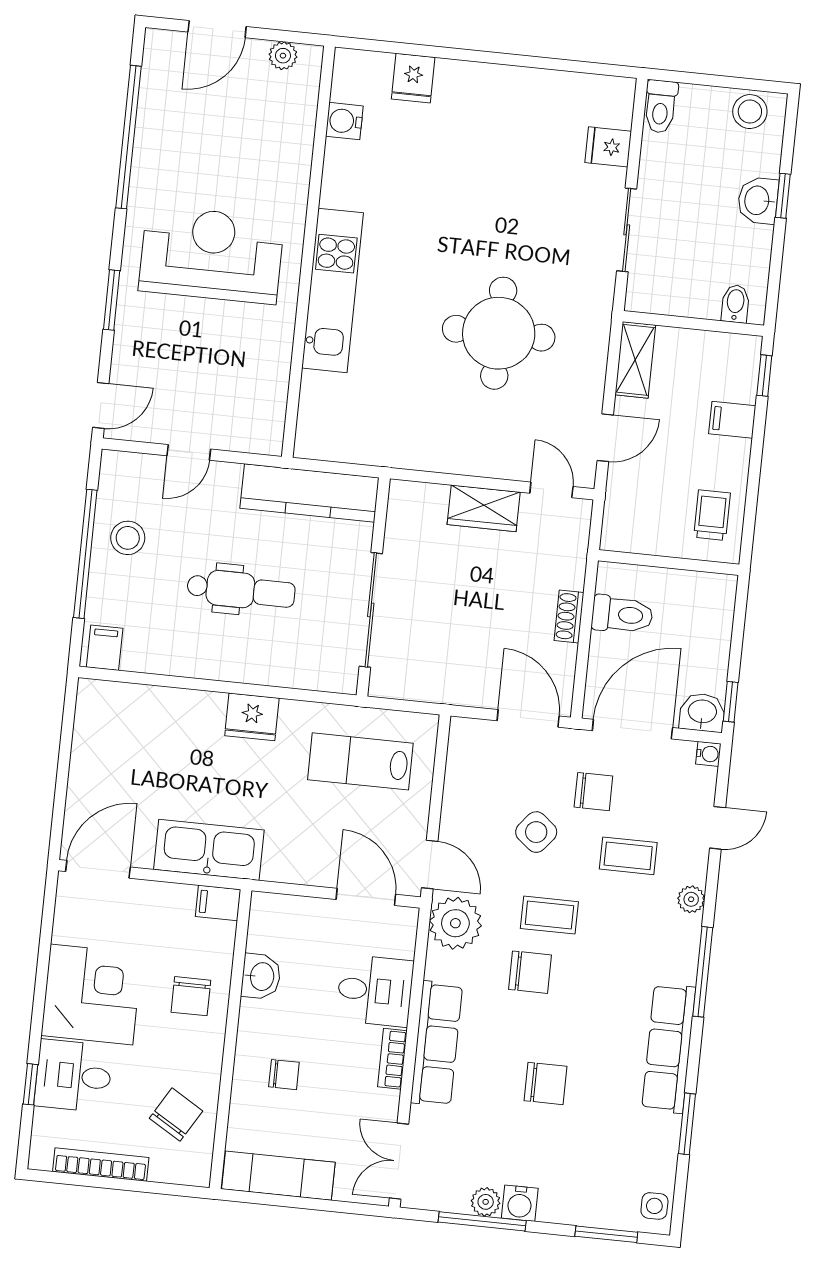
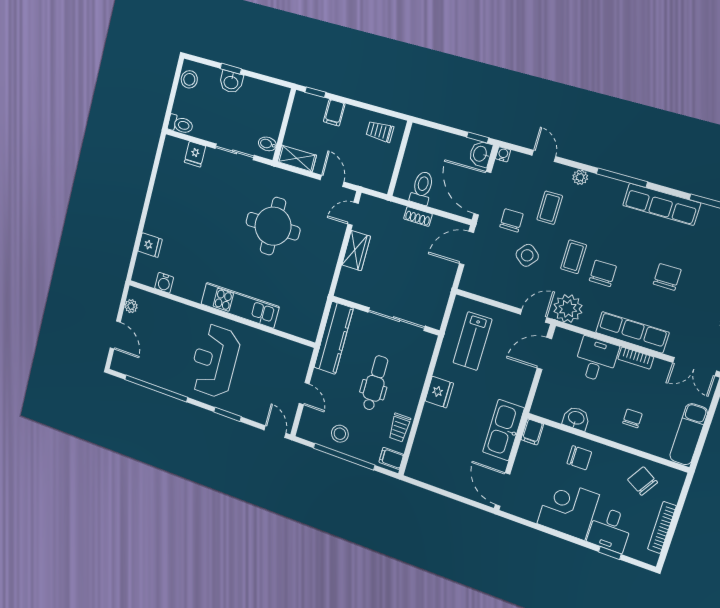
bidet: (735, 304) -> (267, 144), moved
trolley: (167, 653) -> (399, 428), added

